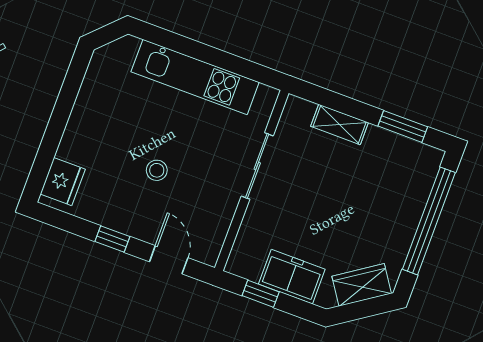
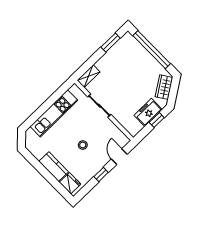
shelving: (340, 124) -> (89, 76), moved
kitchen counter: (81, 130) -> (54, 167), added
door: (169, 260) -> (119, 157), hinge flipped
window: (261, 294) -> (157, 120), moved

